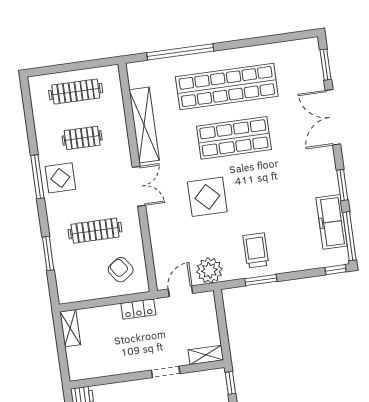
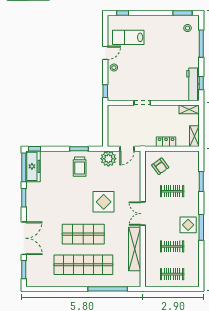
clothes rail: (76, 92) -> (172, 274), width x0.73
freezer: (332, 222) -> (33, 166), moved
clothes rail: (95, 231) -> (172, 191), width x0.73
locker: (138, 309) -> (166, 142), moved
shelving: (206, 355) -> (189, 109), moved

